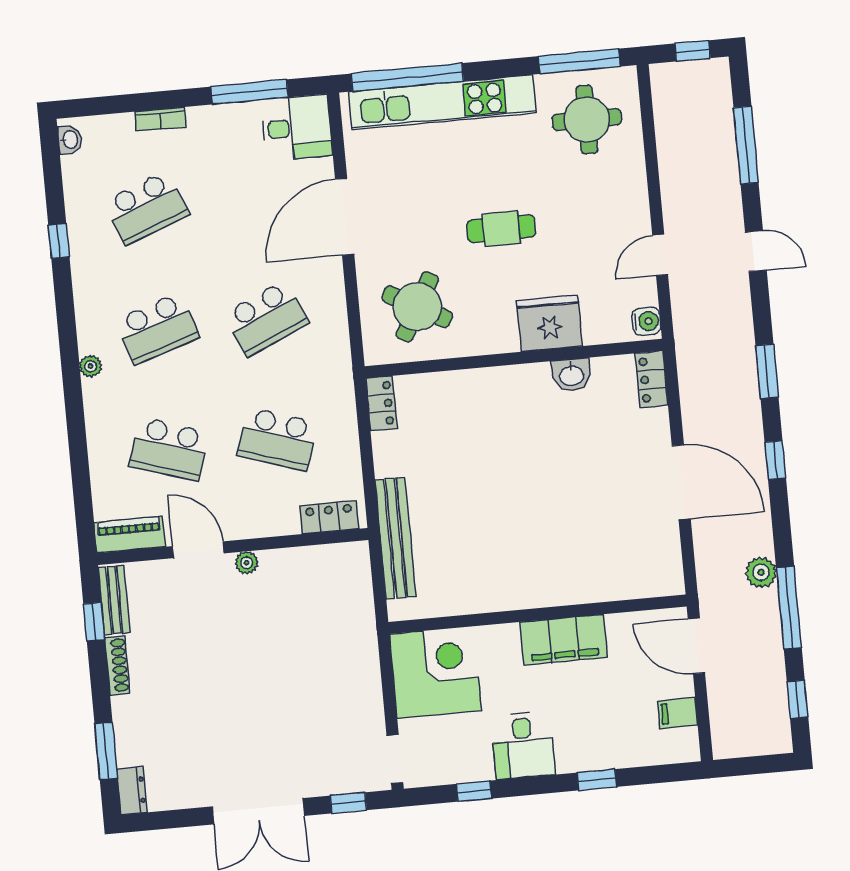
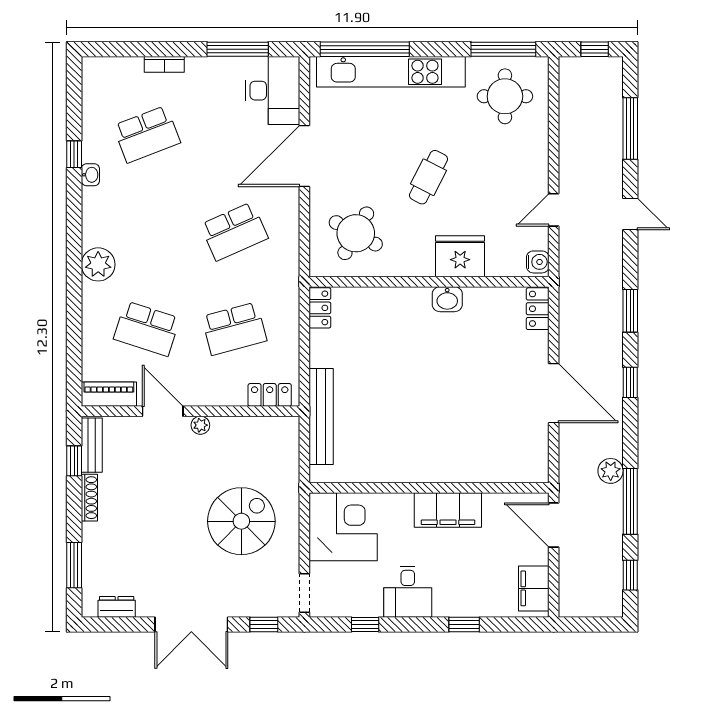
desk: (297, 128) -> (273, 91), width x1.37
washbasin: (70, 140) -> (90, 175), moved
cafe table: (501, 229) -> (428, 177), turned -63
school desk: (158, 328) -> (147, 231), removed
plant: (91, 366) -> (98, 264), width x1.88, depth x1.88
washbasin: (571, 375) -> (447, 299), moved
school desk: (277, 439) -> (234, 329), turned -33
spiral stairs: (309, 677) -> (241, 521), added
filing cabinet: (678, 713) -> (534, 588), width x2.00
dresser: (132, 791) -> (117, 607), moved, turned -90

